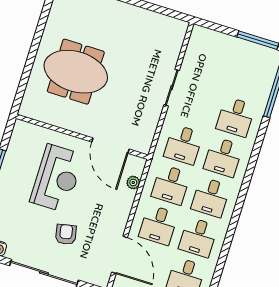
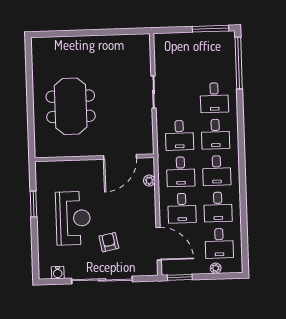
meeting table: (76, 72) -> (71, 106), turned 90
door: (110, 146) -> (120, 157), hinge flipped
reception desk: (57, 178) -> (73, 218), moved

